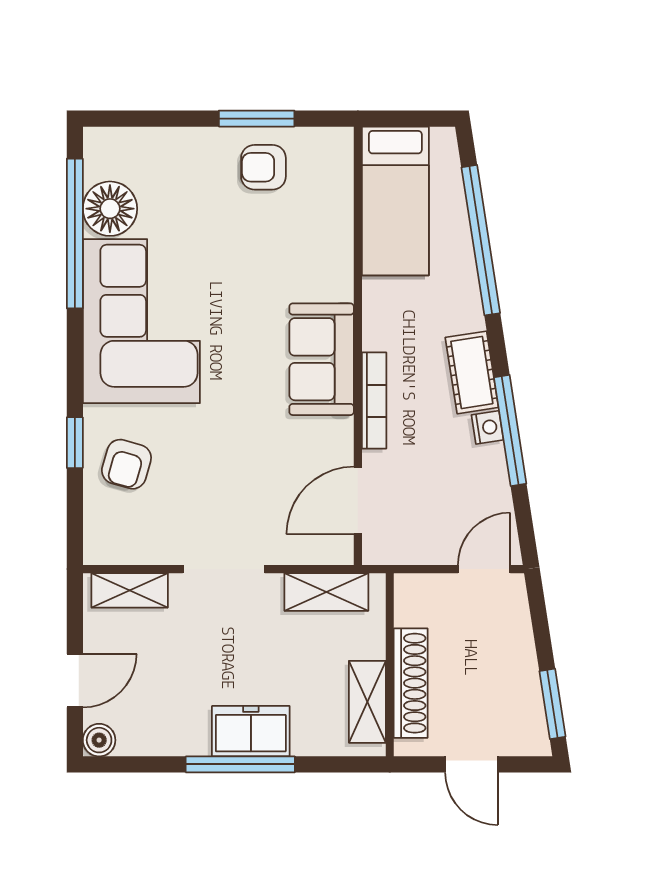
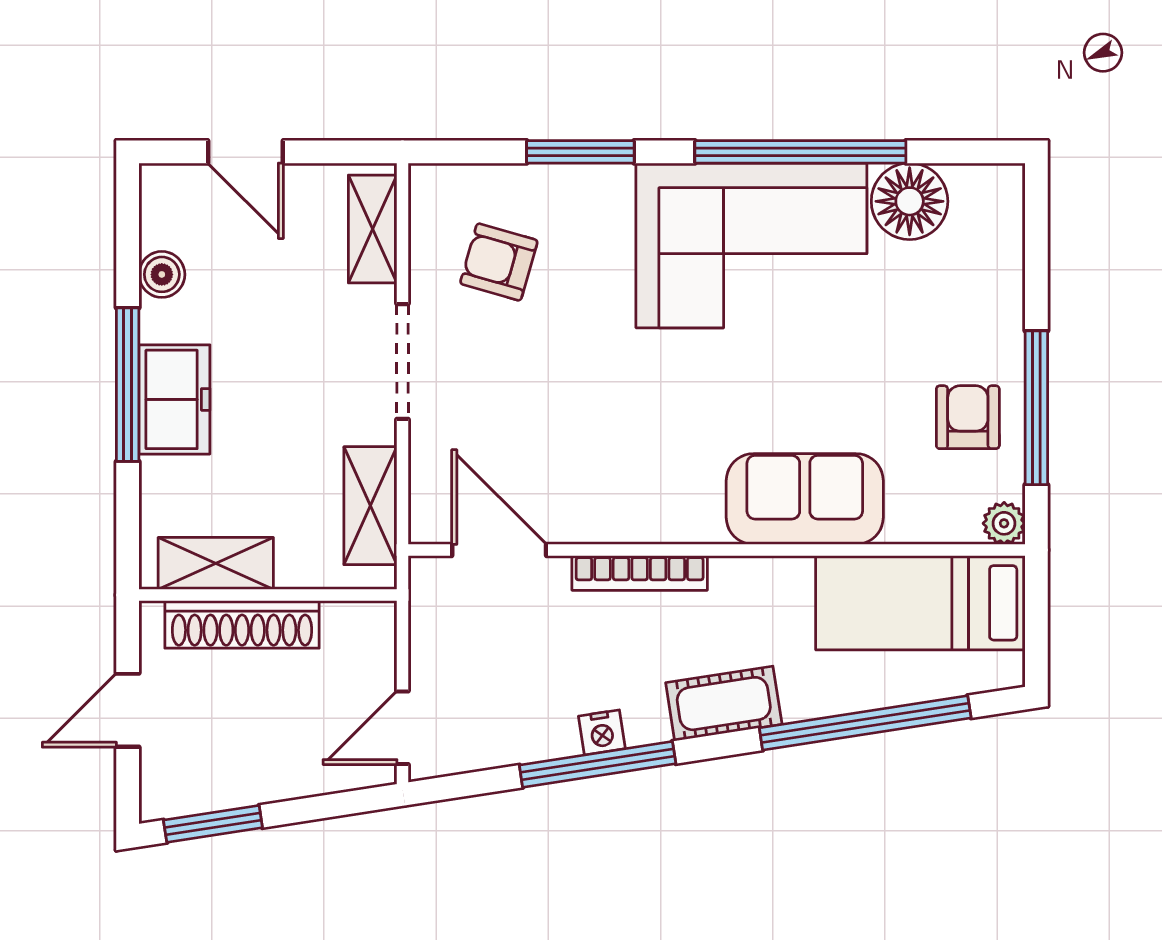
window: (257, 119) -> (1036, 408), width x1.44
plant: (339, 142) -> (1004, 523), added
window: (75, 233) -> (800, 152), moved
sofa: (322, 359) -> (805, 499), moved
cot: (472, 372) -> (724, 704), moved
window: (75, 443) -> (580, 152), width x1.50
armchair: (126, 464) -> (499, 262), moved
door: (484, 569) -> (403, 728), swing flipped
boiler: (99, 740) -> (162, 274), moved

